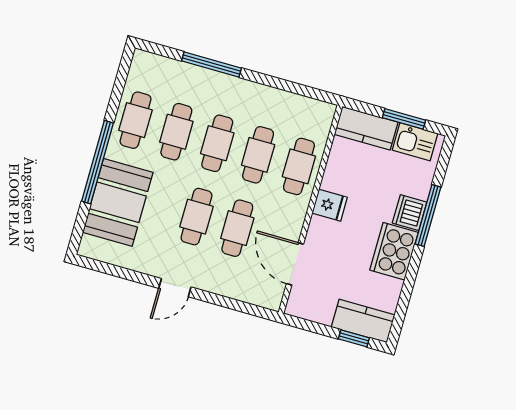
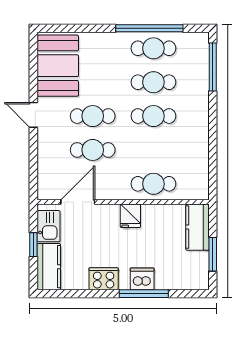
window: (211, 64) -> (213, 67), moved
kitchen sink: (415, 142) -> (49, 226), moved, turned 180
cafe table: (258, 155) -> (153, 150), removed
window: (98, 162) -> (149, 28), moved
booth: (118, 202) -> (58, 66), moved, turned 90
cooker: (394, 251) -> (104, 279), width x0.73, depth x0.76
window: (354, 338) -> (33, 245), moved

